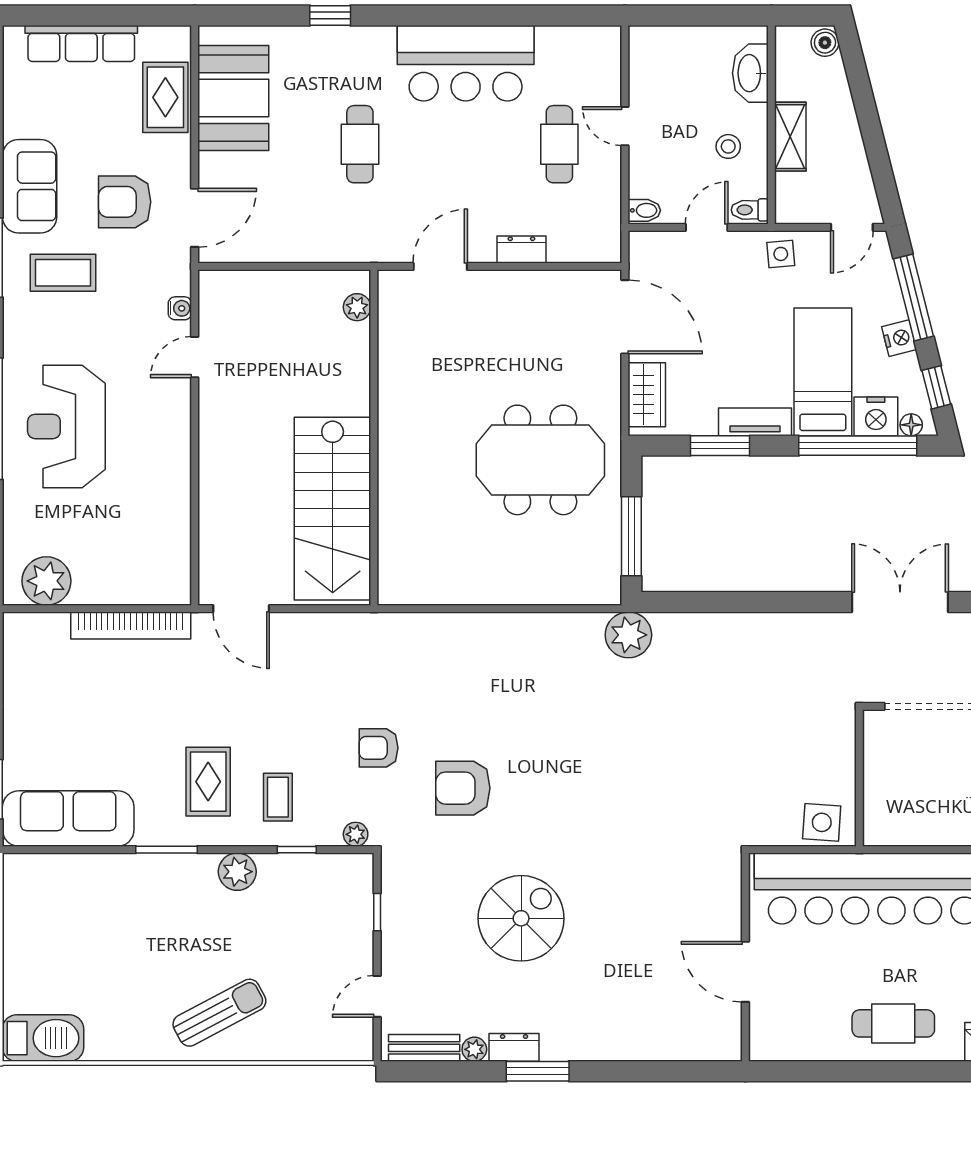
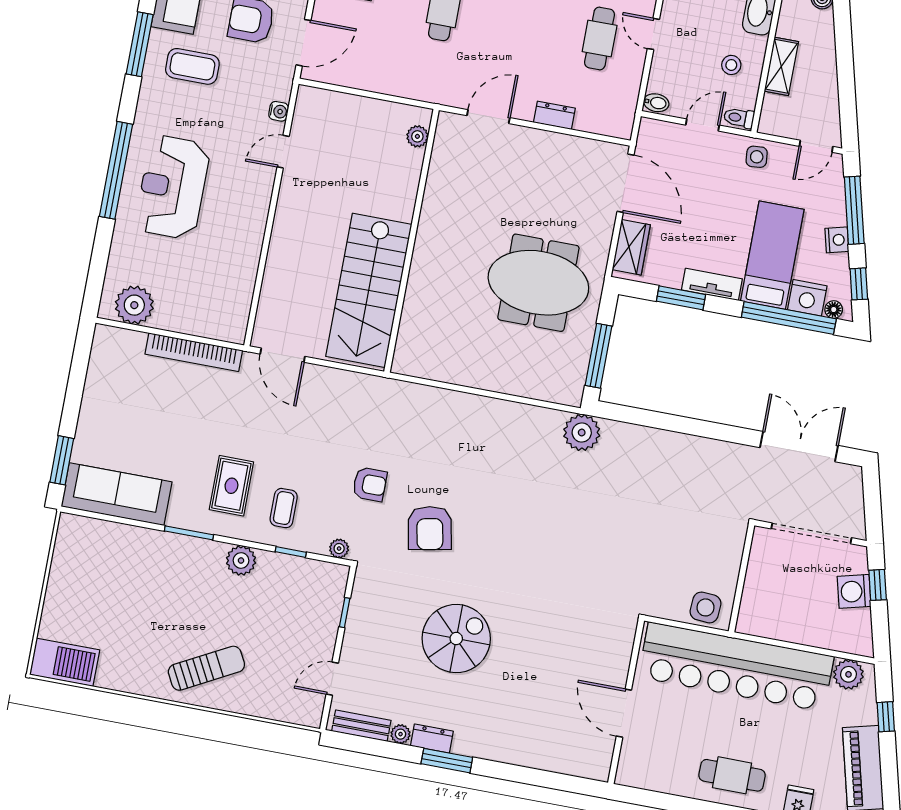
armchair: (379, 748) -> (370, 484), turned 180
armchair: (463, 788) -> (430, 528), turned -101

